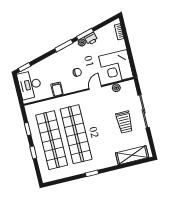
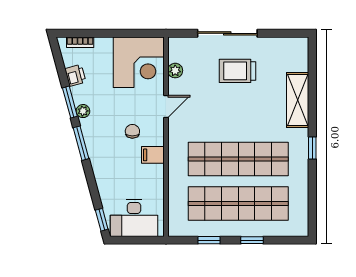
printer: (91, 39) -> (75, 75), moved
door: (95, 88) -> (166, 107), swing flipped
filing cabinet: (57, 89) -> (153, 155), moved
trolley: (124, 122) -> (238, 71), turned 180
shelving: (132, 155) -> (298, 100), moved

